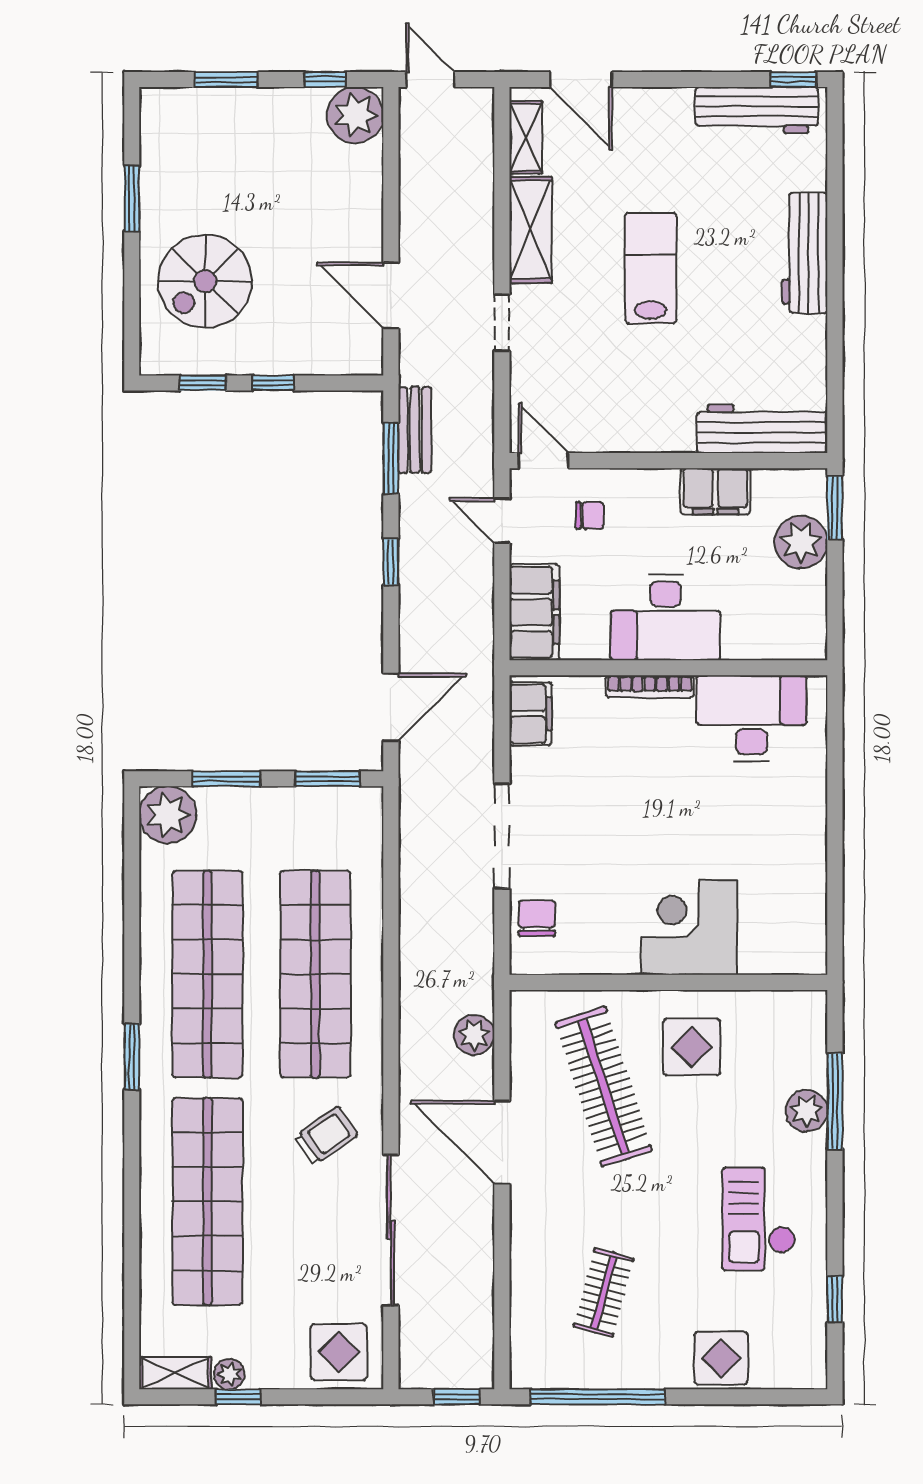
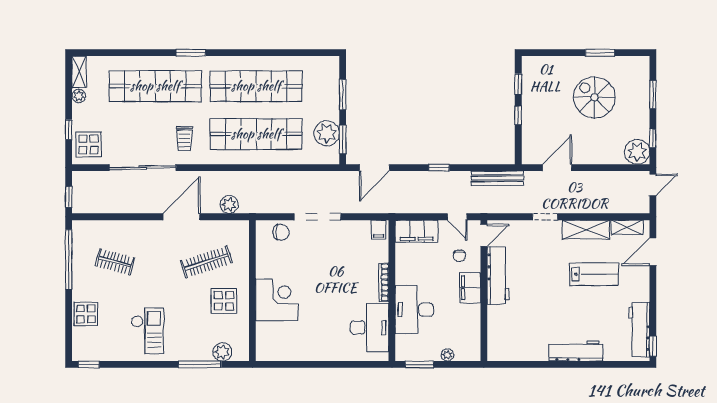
lab bench: (651, 268) -> (594, 274), moved
spiral stairs: (205, 281) -> (594, 97), moved
workbench: (762, 429) -> (498, 276), moved
bench: (415, 430) -> (497, 178), width x1.36
window: (391, 458) -> (485, 168), removed
filing cabinet: (715, 491) -> (470, 288), moved
window: (835, 508) -> (420, 364), moved
door: (502, 521) -> (457, 217), swing flipped
plant: (801, 542) -> (448, 355), width x0.53, depth x0.53
desk: (665, 617) -> (414, 310), moved
door: (391, 707) -> (375, 168), hinge flipped
filing cabinet: (530, 714) -> (379, 229), width x0.50
plant: (168, 815) -> (327, 133), moved
window: (132, 1057) -> (191, 53), moved
clothes rail: (604, 1087) -> (206, 262), width x0.73, depth x0.76
plant: (807, 1111) -> (222, 352), moved
trolley: (326, 1136) -> (184, 139), turned 35
checkout: (759, 1219) -> (148, 331), turned 90
window: (835, 1299) -> (89, 364), moved
window: (238, 1397) -> (69, 130), moved

